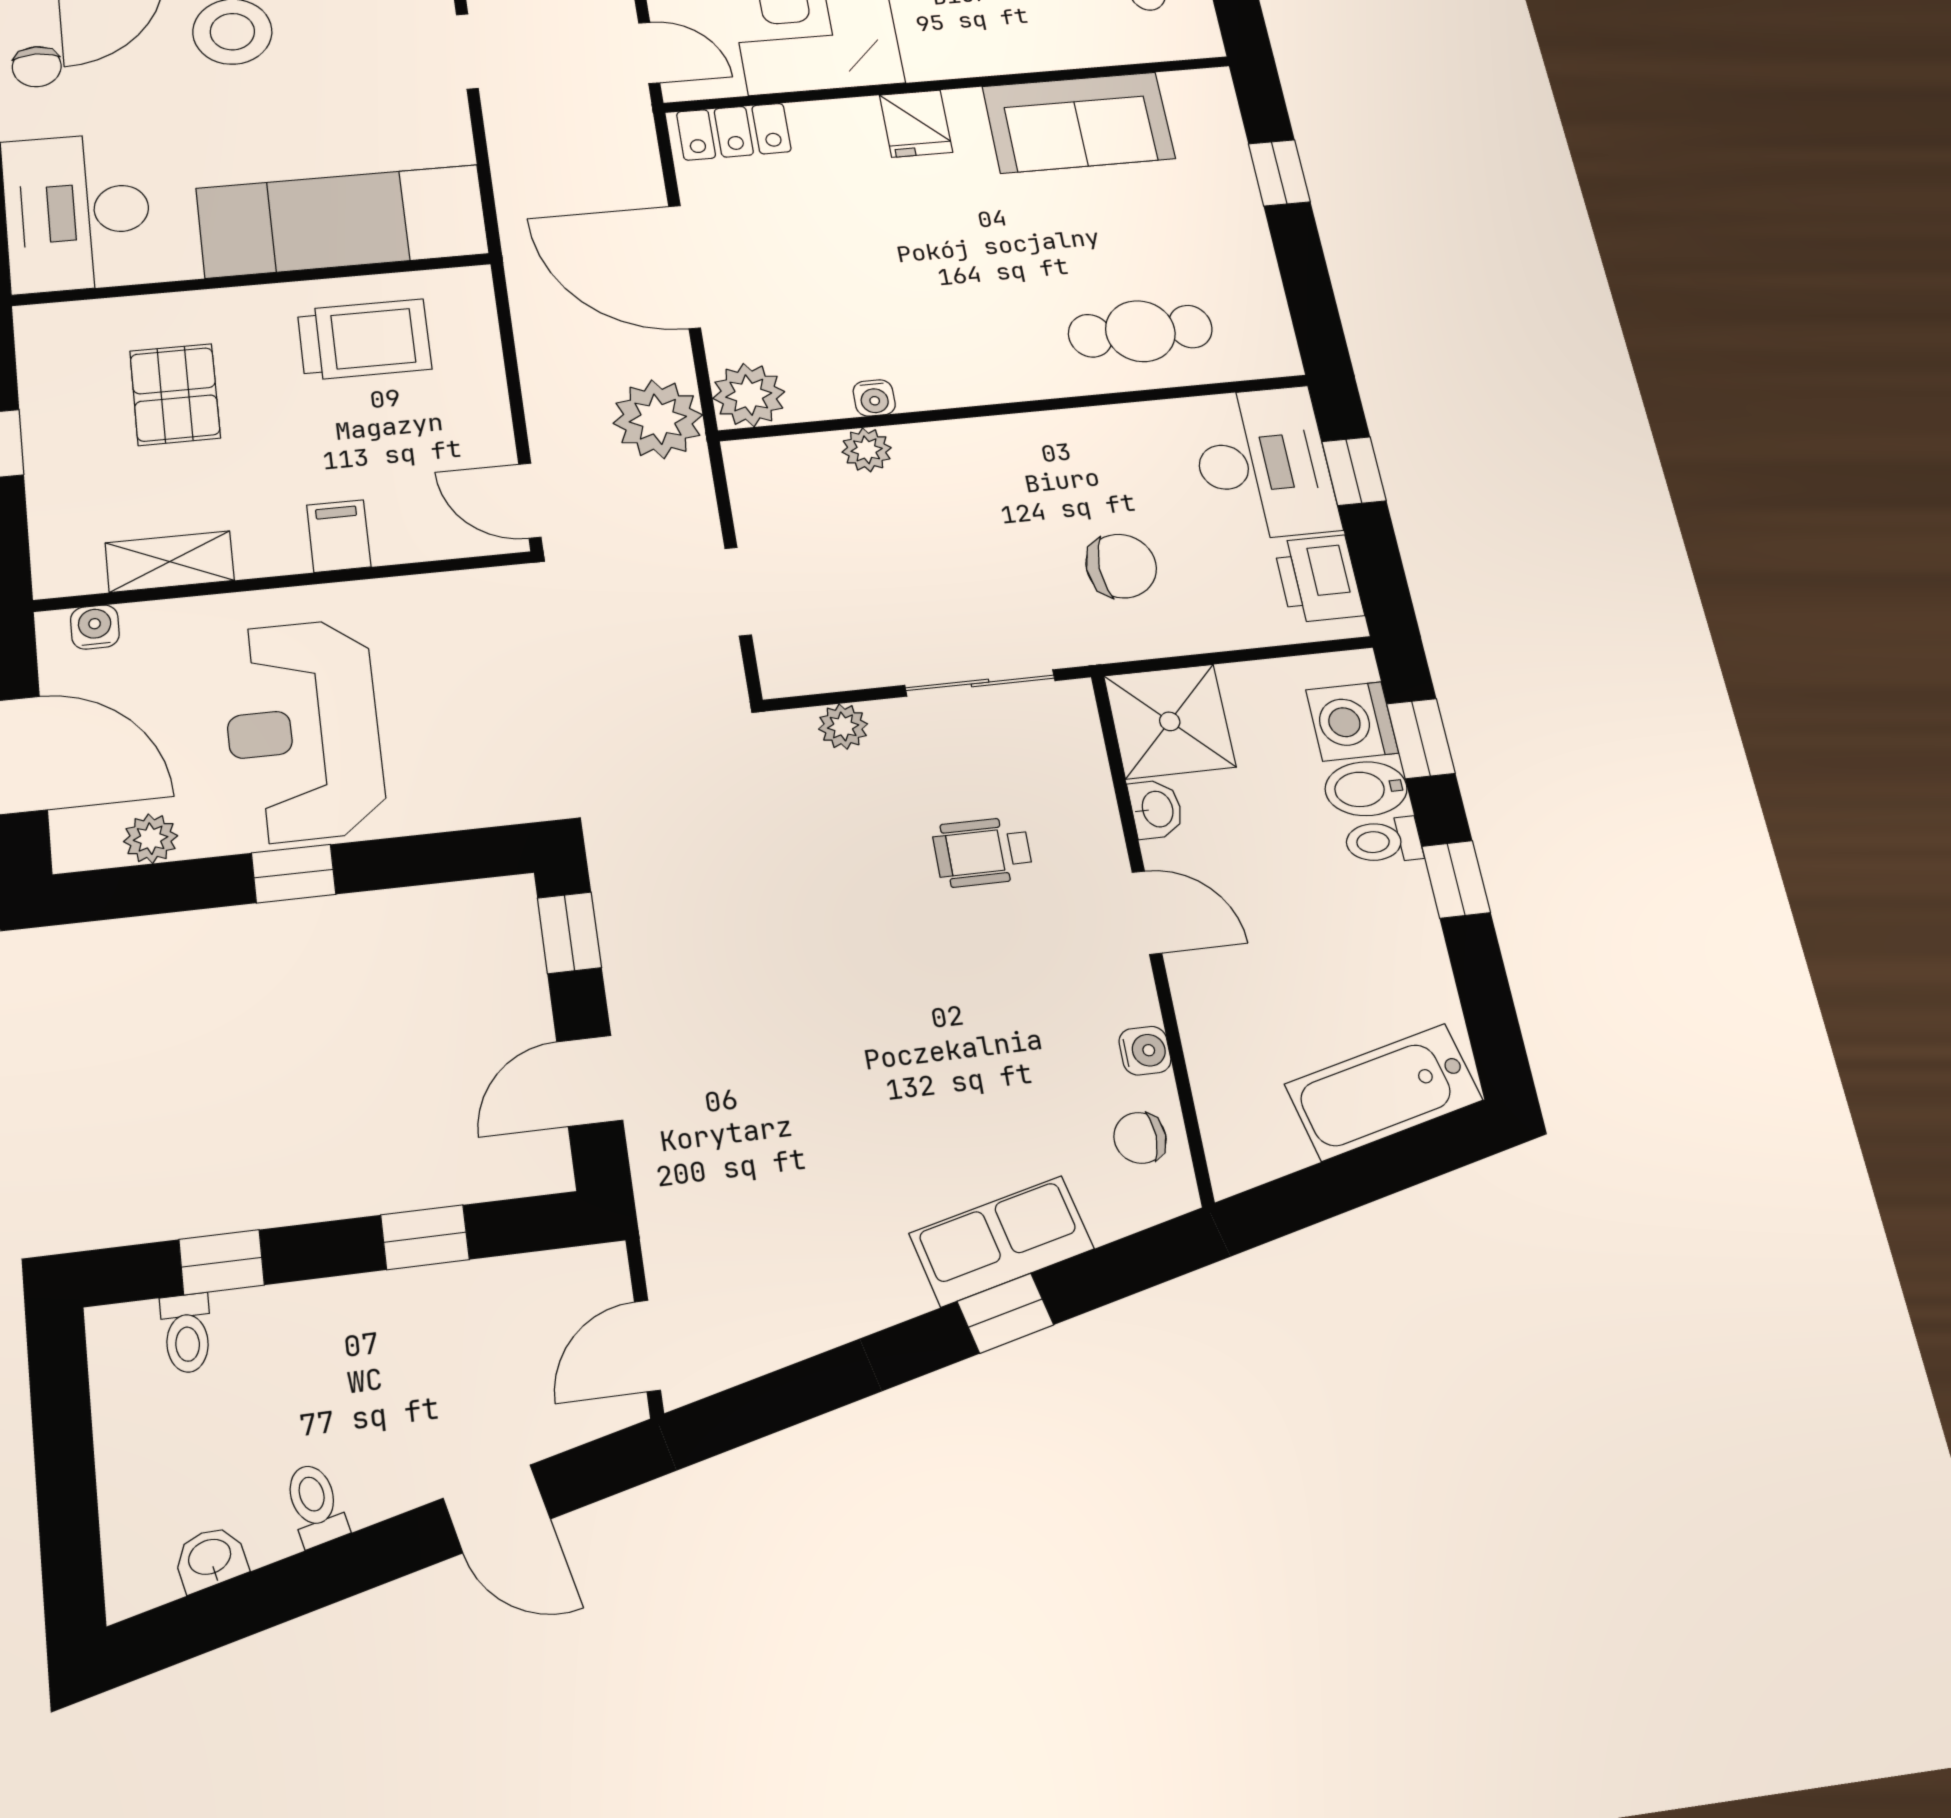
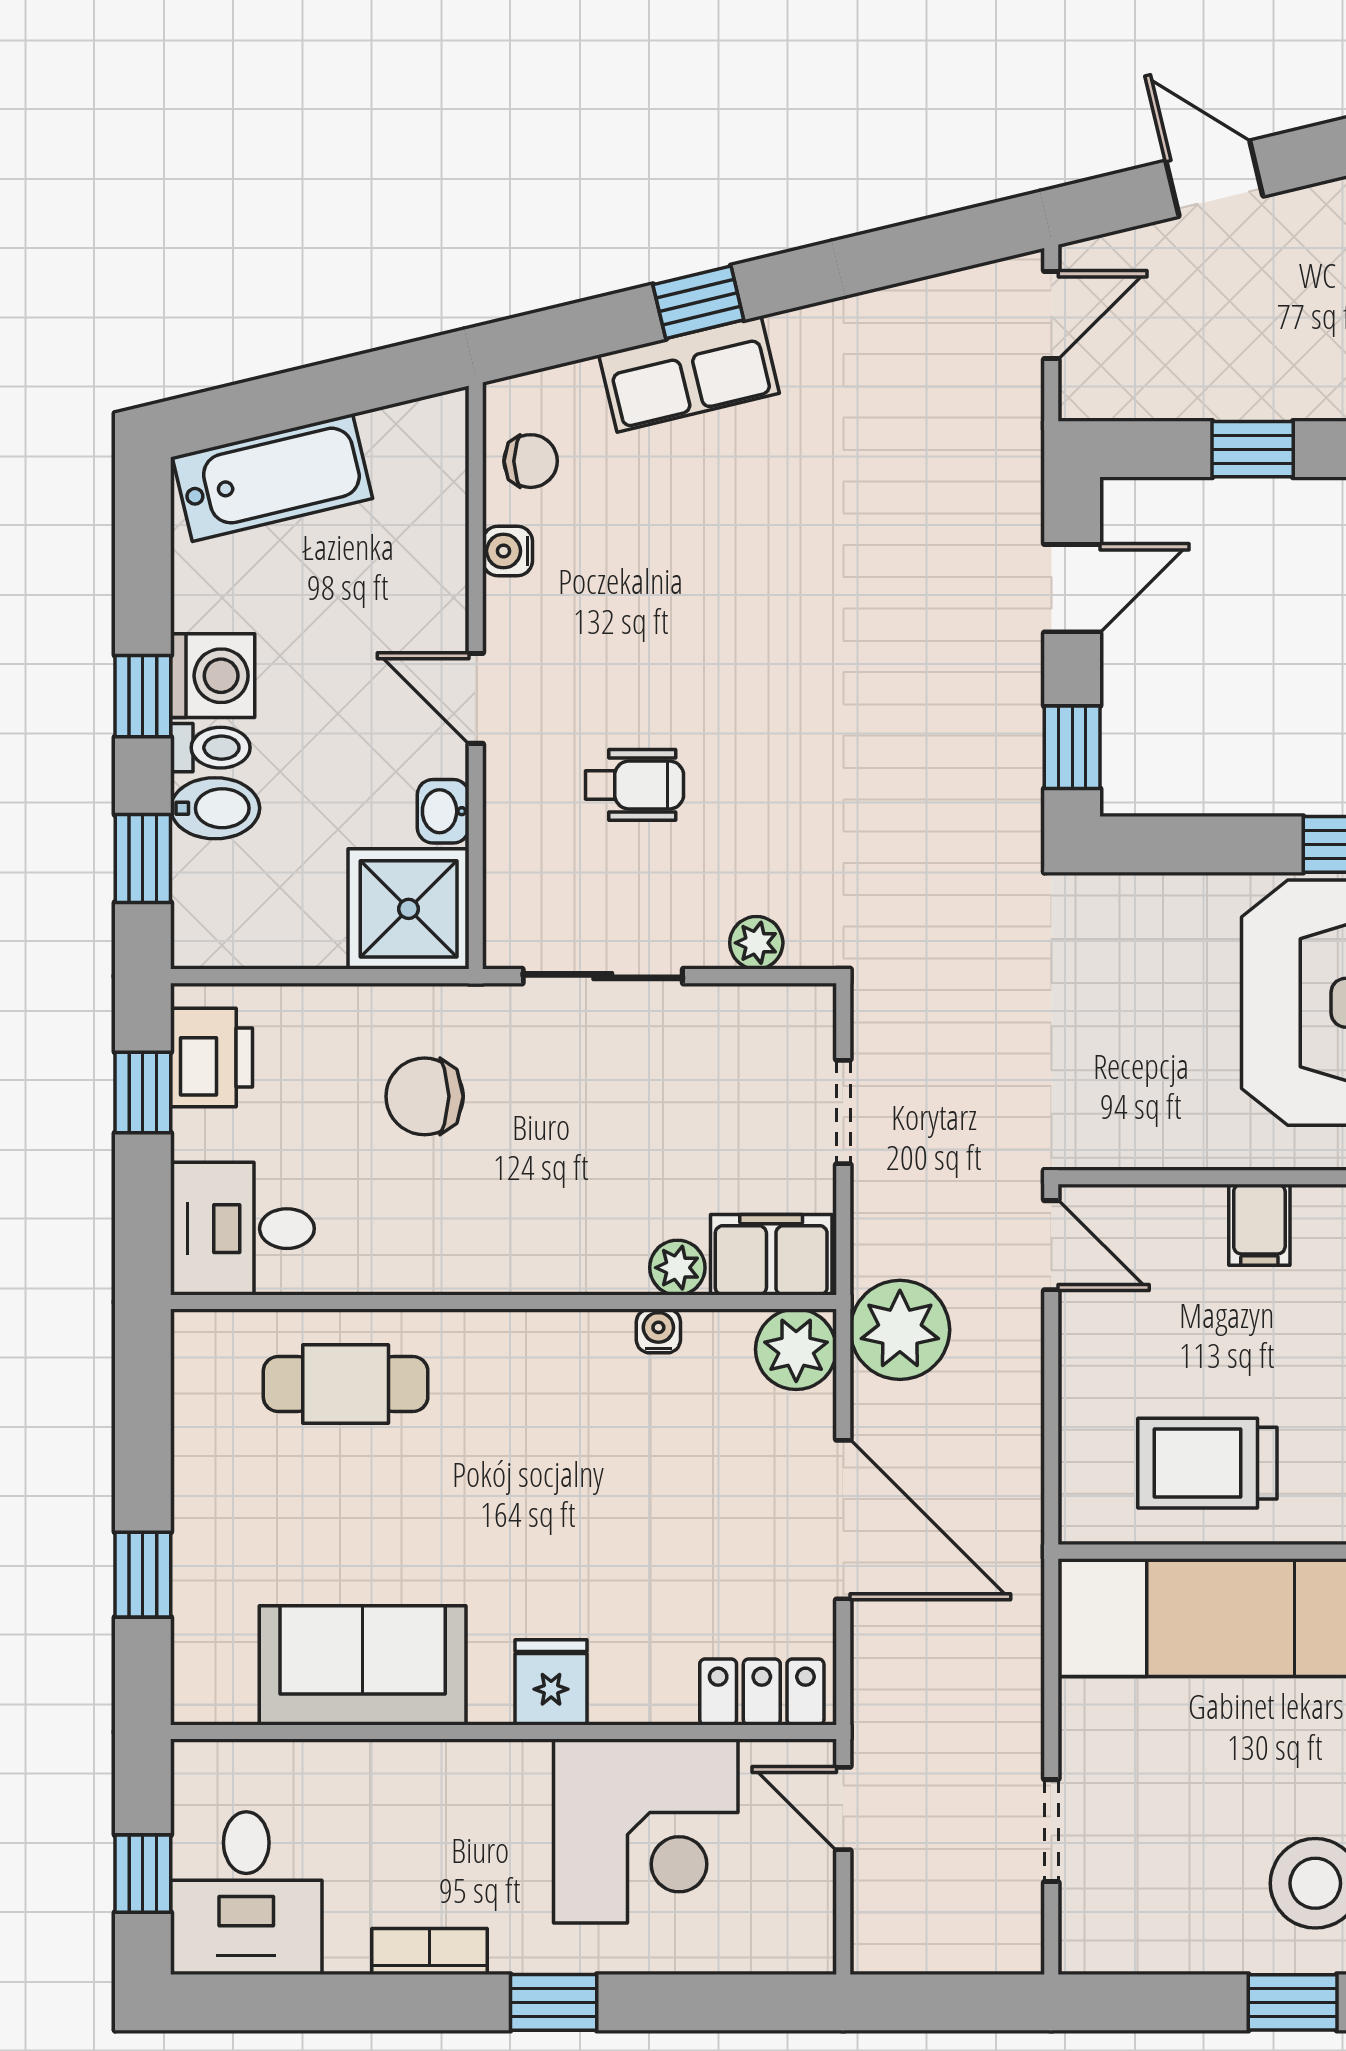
desk: (1263, 463) -> (242, 1229), width x0.73
filing cabinet: (784, 468) -> (771, 1255), added
window: (1354, 471) -> (143, 1092), moved
washing machine: (1352, 721) -> (213, 676), moved

